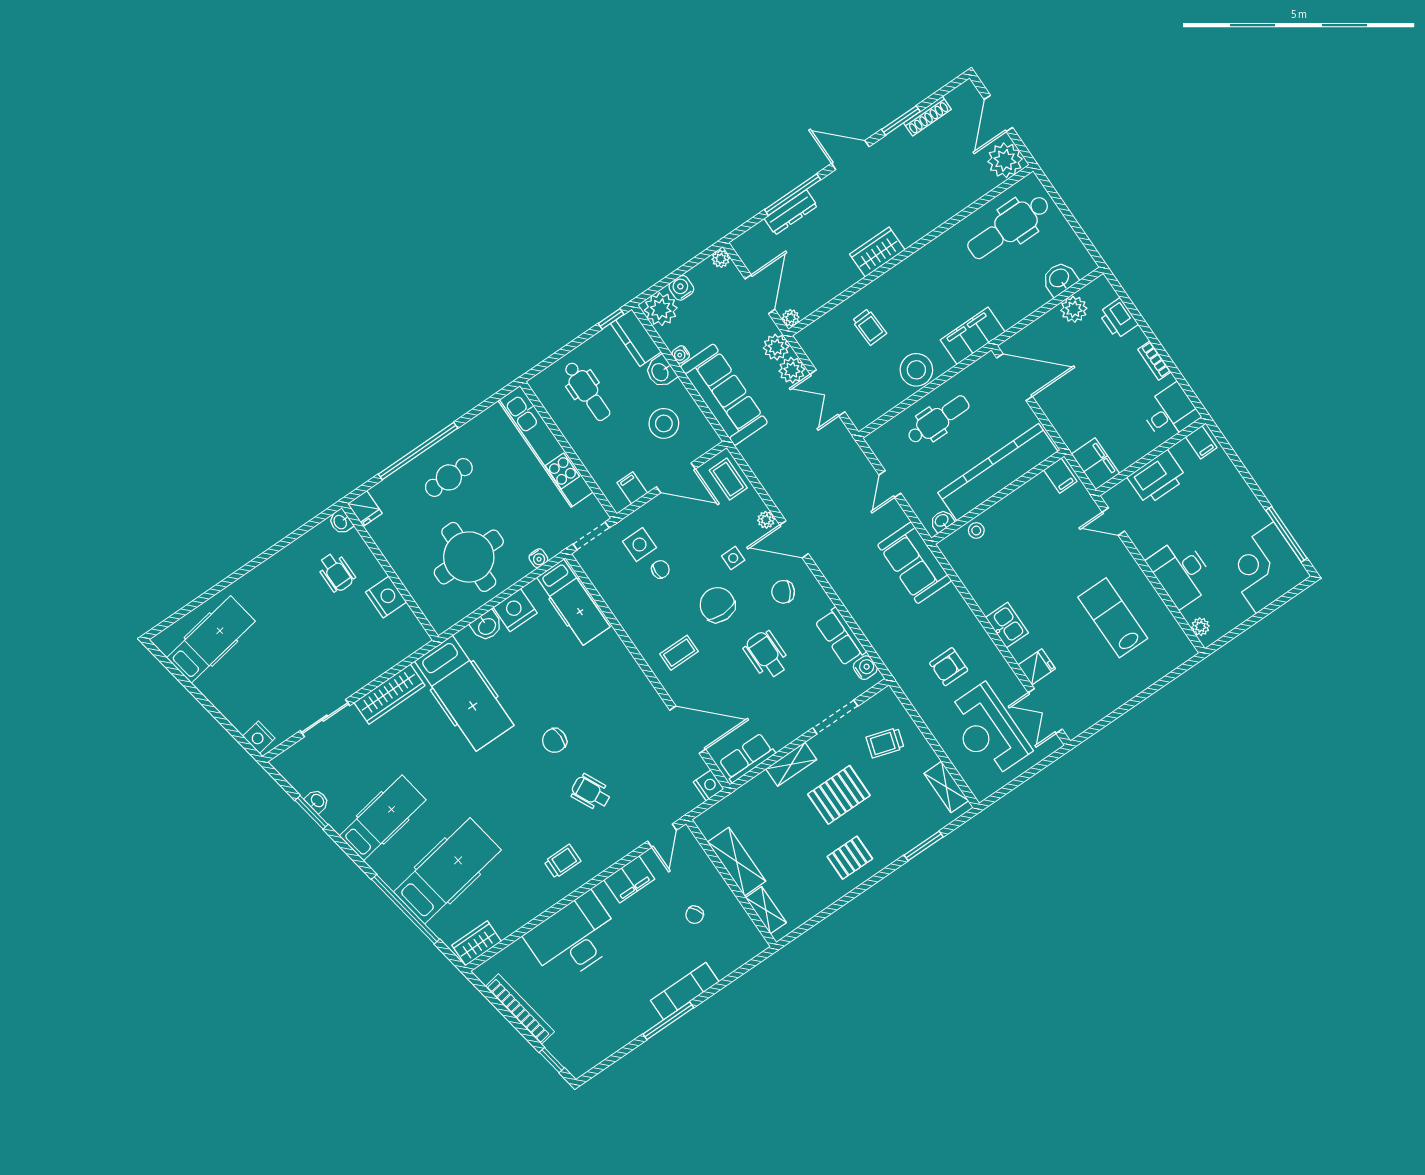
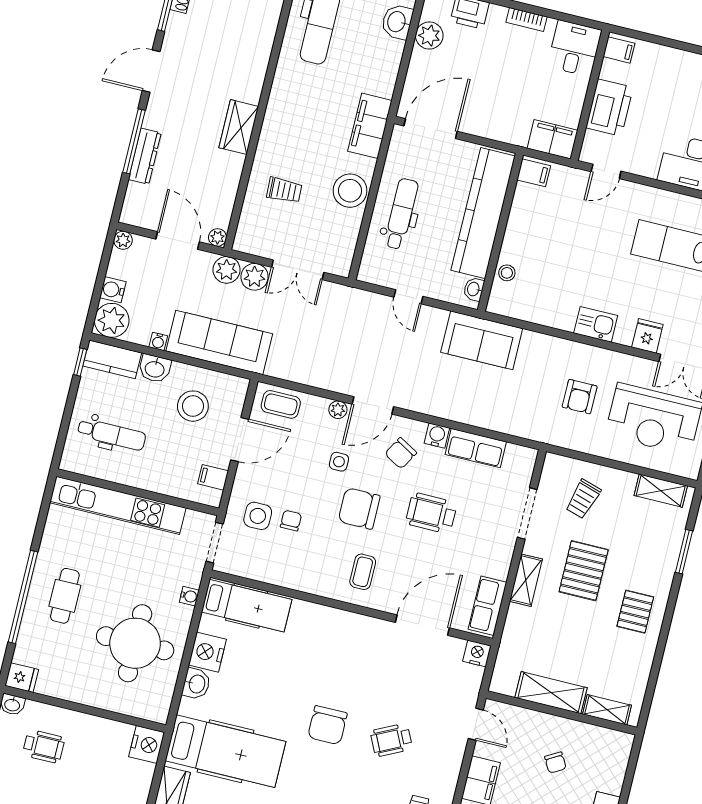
nightstand: (386, 597) -> (147, 744), moved, turned 90
water cooler: (865, 668) -> (437, 435), moved
chair: (554, 740) -> (327, 725), width x1.37, depth x1.37

